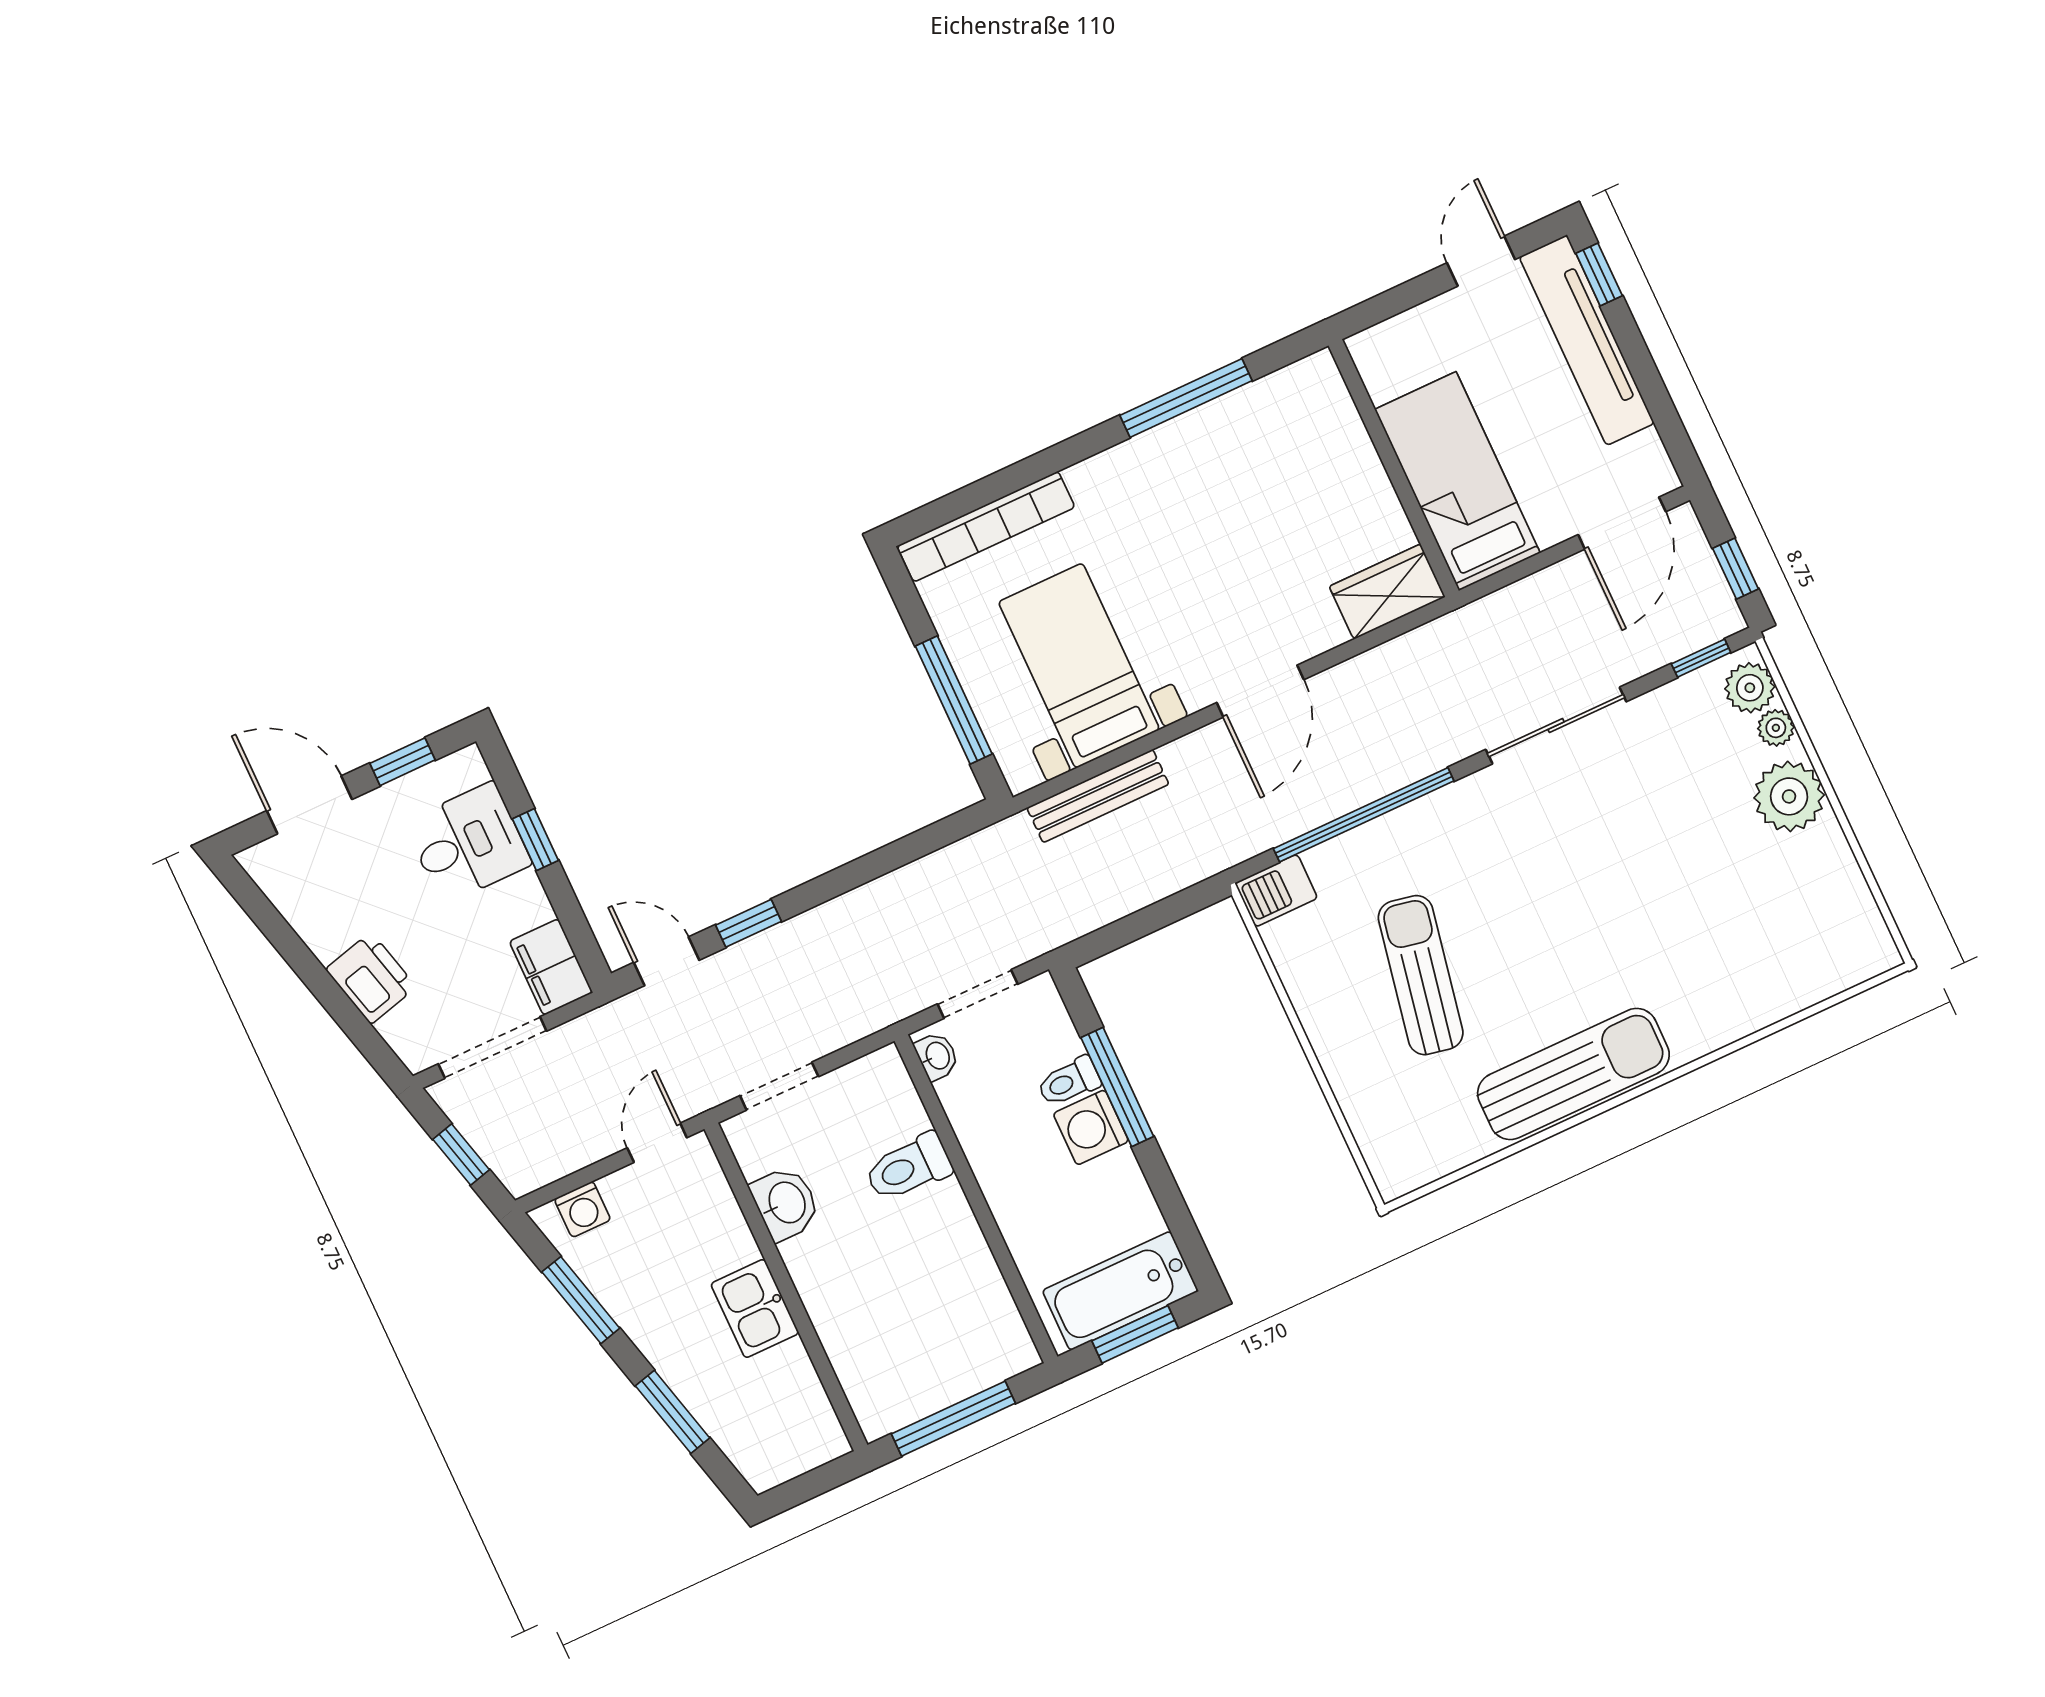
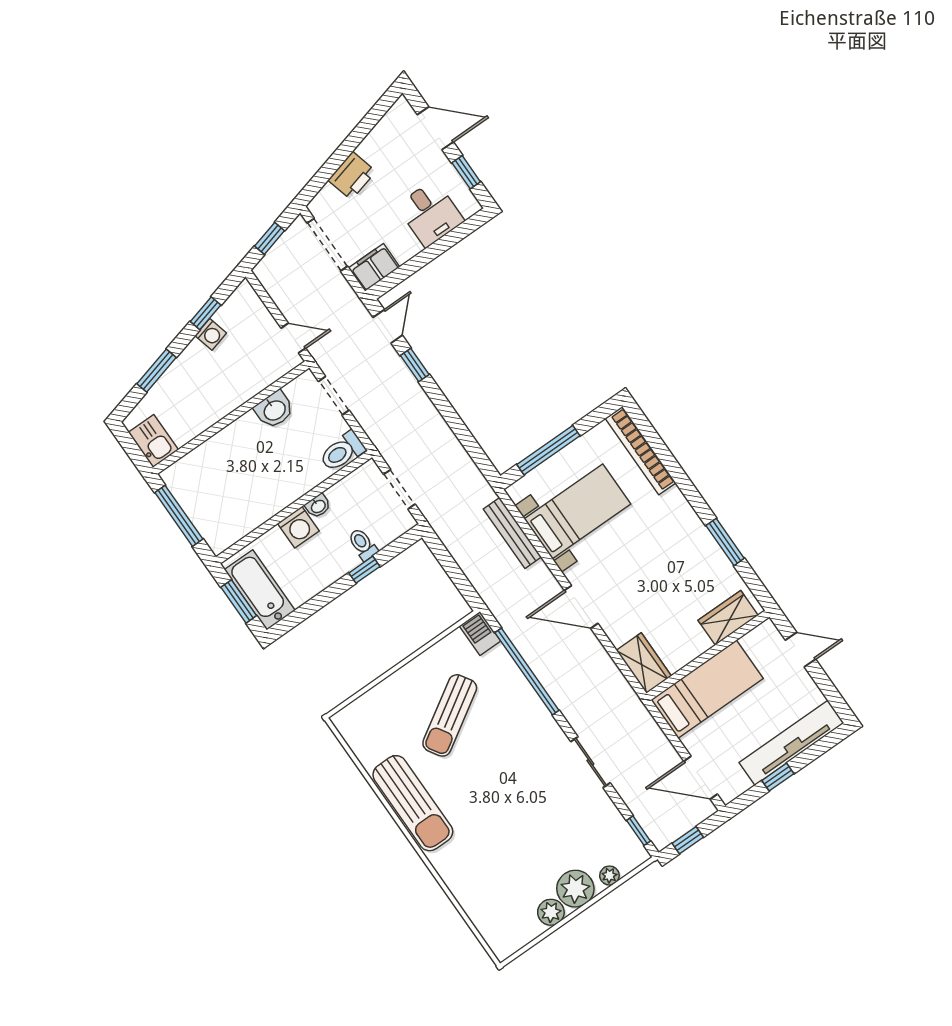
door: (1481, 261) -> (800, 650), moved
window: (1599, 274) -> (778, 777), moved
window: (1186, 398) -> (725, 542), width x0.69
wardrobe: (1330, 418) -> (728, 618), added
plant: (1750, 688) -> (551, 912), moved
sliding door: (1556, 726) -> (590, 762), width x0.73
door: (309, 805) -> (435, 128), hinge flipped
window: (535, 840) -> (438, 248), removed
sun lounger: (1421, 975) -> (450, 715), turned 137
washbasin: (937, 1056) -> (318, 506), moved
window: (1117, 1087) -> (364, 570), width x0.46
washing machine: (1091, 1127) -> (298, 527), moved, turned 180
toilet: (908, 1168) -> (342, 452), moved, turned -90
washing machine: (582, 1209) -> (211, 334), moved, turned -105
window: (581, 1300) -> (206, 313), width x0.67
kitchen sink: (755, 1308) -> (153, 441), moved, turned 90

